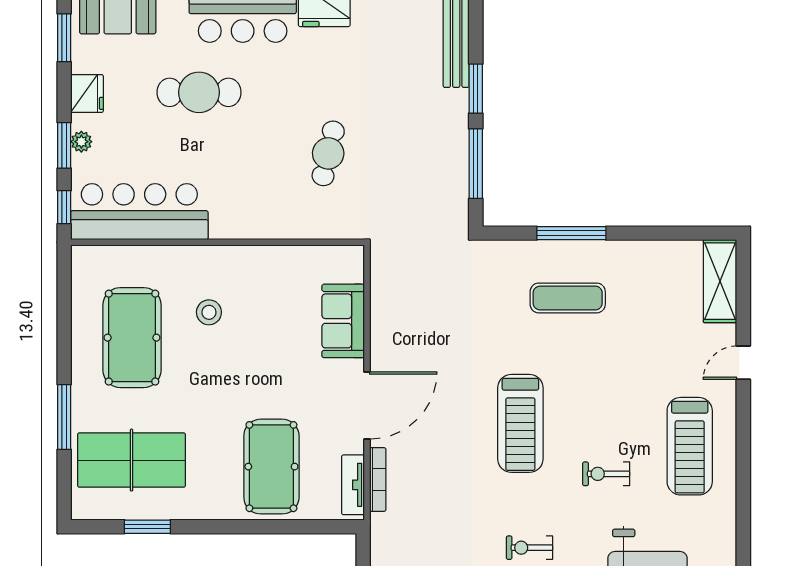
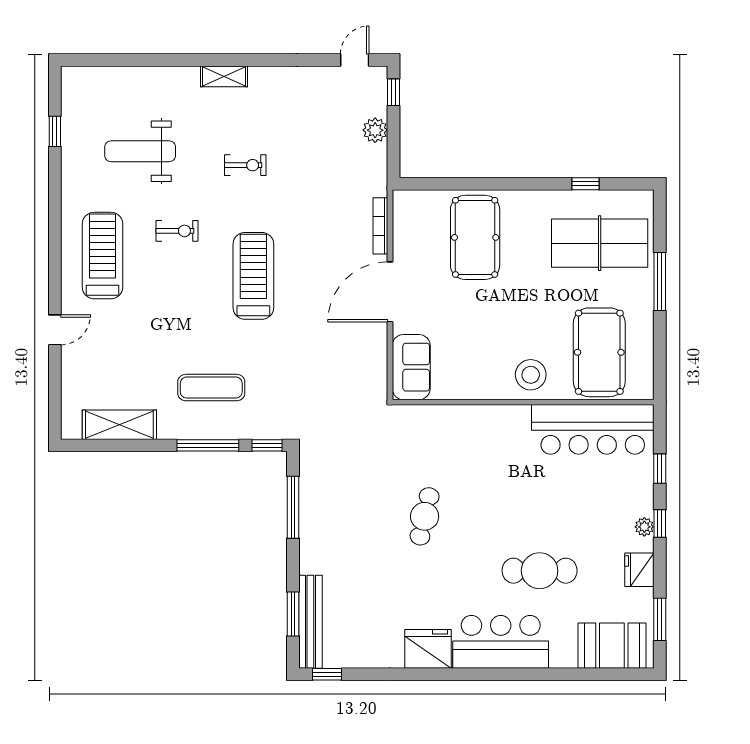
window: (476, 89) -> (293, 614), moved
window: (64, 145) -> (660, 524), width x0.67
bar counter: (139, 212) -> (593, 429), moved
window: (505, 233) -> (267, 445), added
wall: (218, 242) -> (523, 402), moved
shelving: (720, 281) -> (119, 425), moved, turned 90
stool: (209, 312) -> (531, 375), width x1.38, depth x1.38
tv unit: (353, 485) -> (402, 221), removed
window: (147, 527) -> (585, 184), width x0.67

